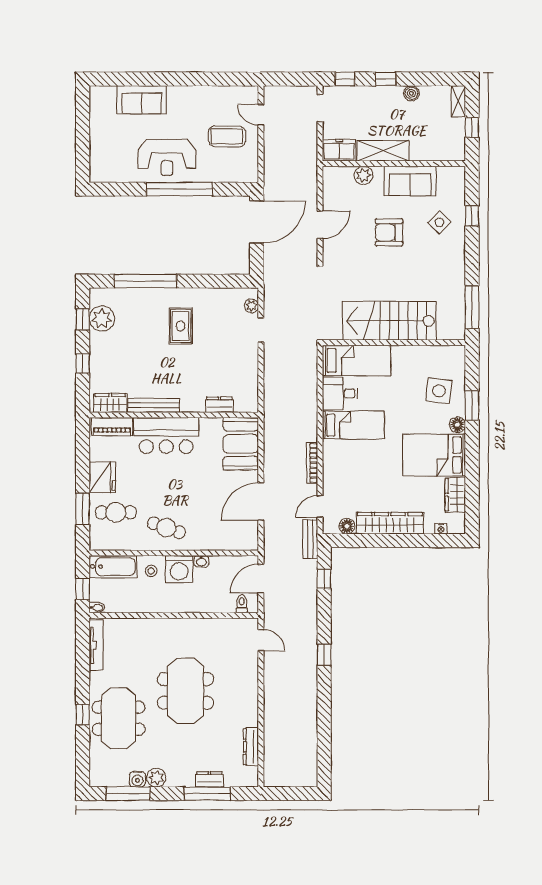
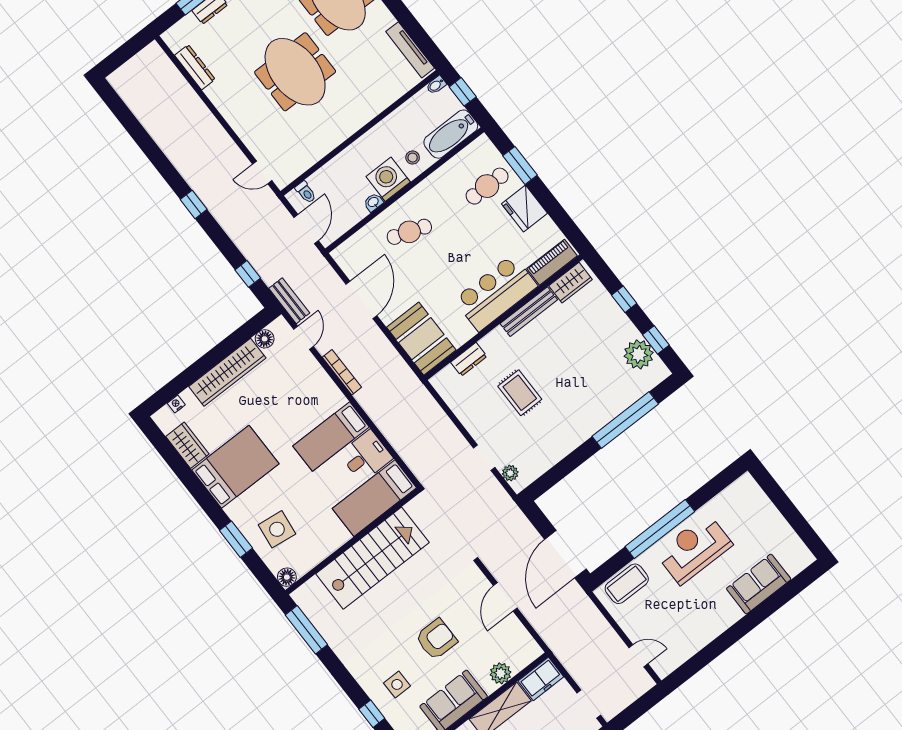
coffee table: (227, 136) -> (627, 584), moved
side table: (439, 222) -> (397, 684), turned 45
rug: (181, 326) -> (520, 393), moved
floor lamp: (457, 425) -> (287, 577), moved
cafe table: (166, 528) -> (409, 232), moved

